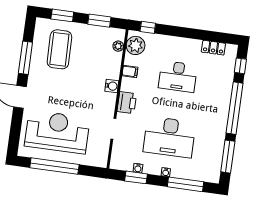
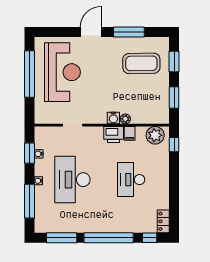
plant: (118, 46) -> (125, 119), moved
locker: (213, 48) -> (163, 221), moved
printer: (127, 103) -> (114, 134), moved

